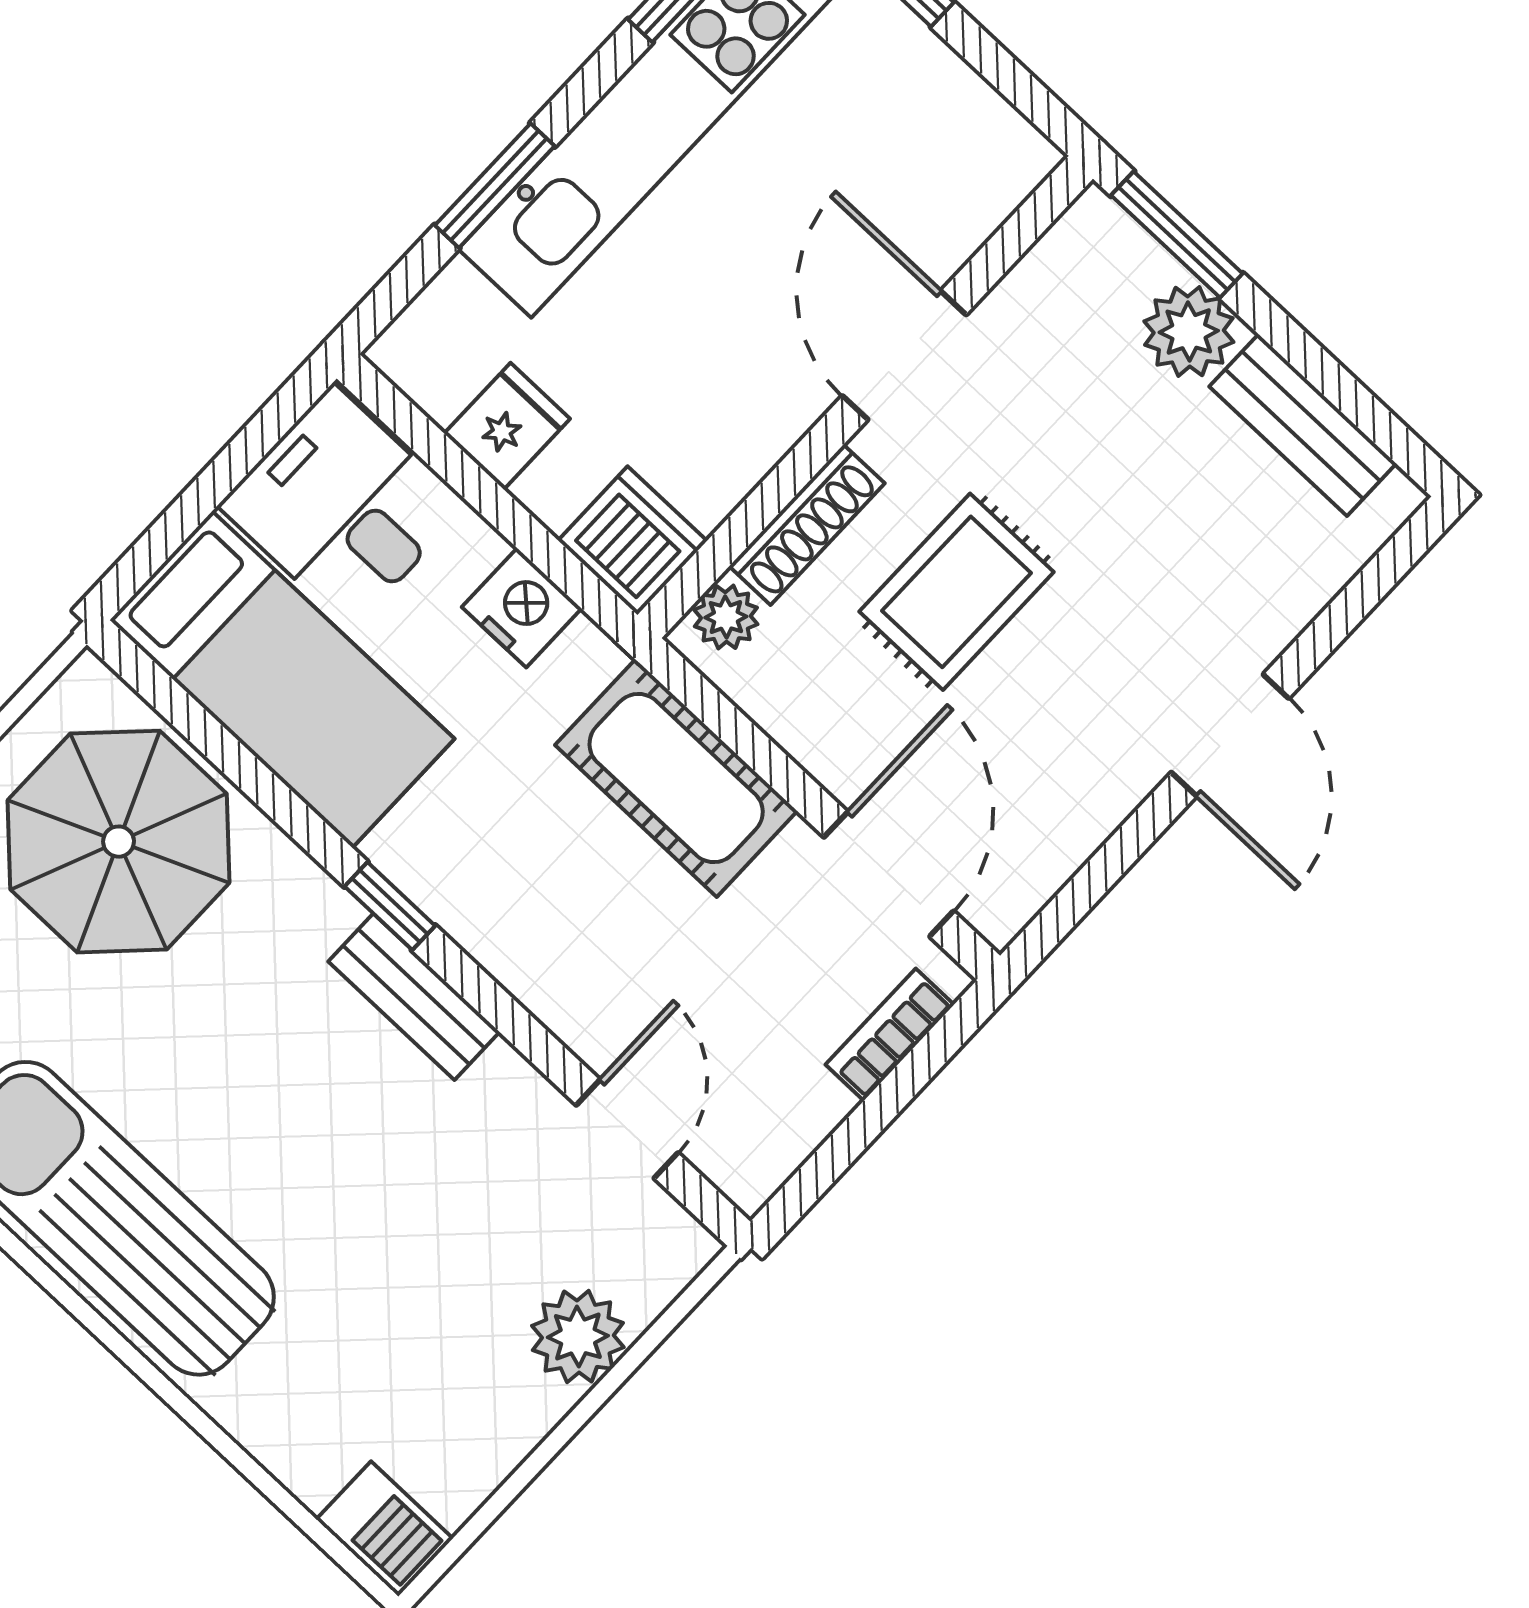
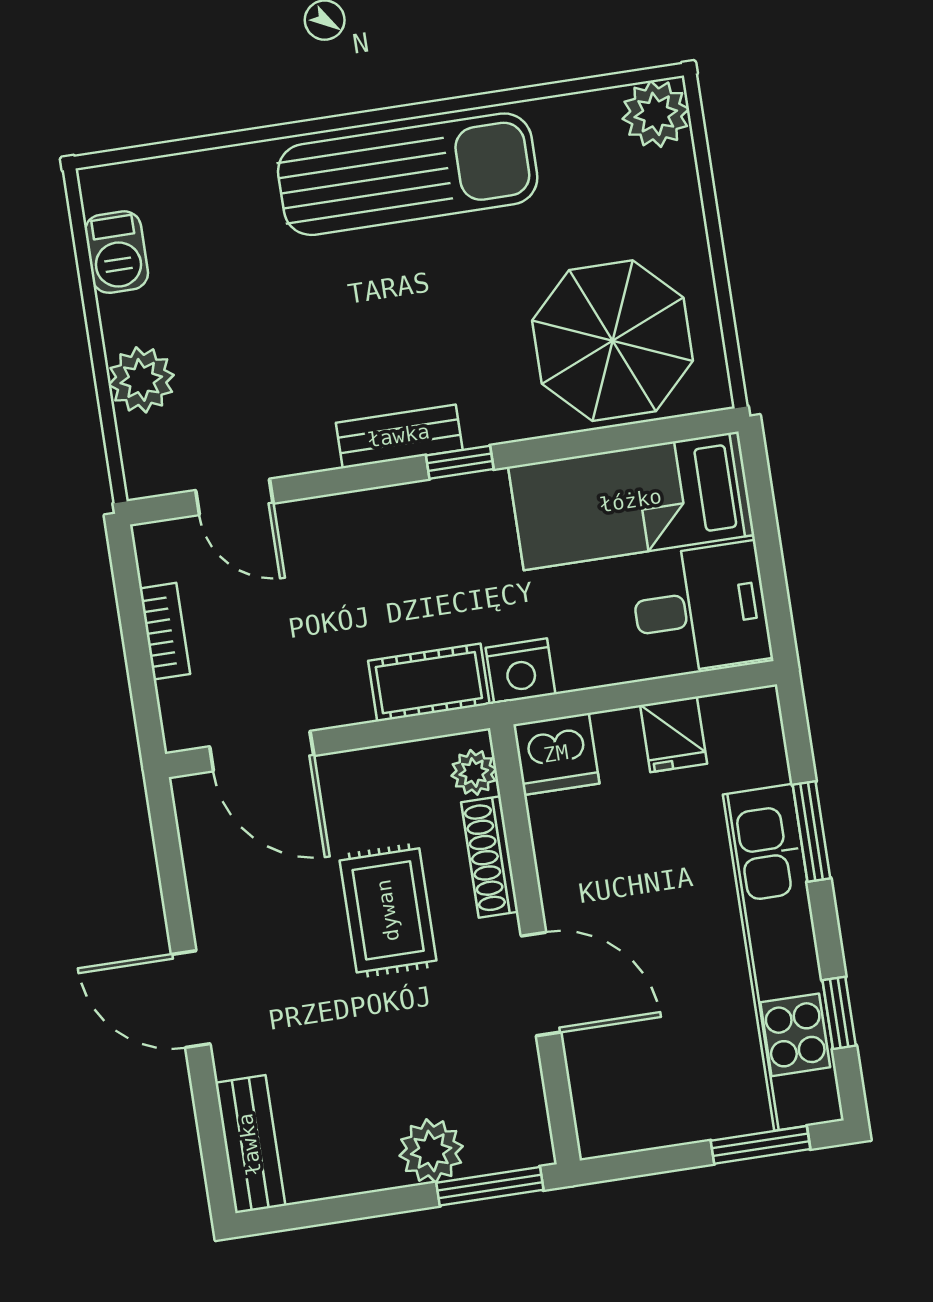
bench: (1303, 425) -> (250, 1144), moved, turned 90
nightstand: (522, 608) -> (521, 671), moved
cot: (676, 778) -> (429, 683), width x0.73, depth x0.75
bookcase: (890, 1035) -> (165, 631), moved
barbecue: (385, 1529) -> (117, 252), moved, turned -90

